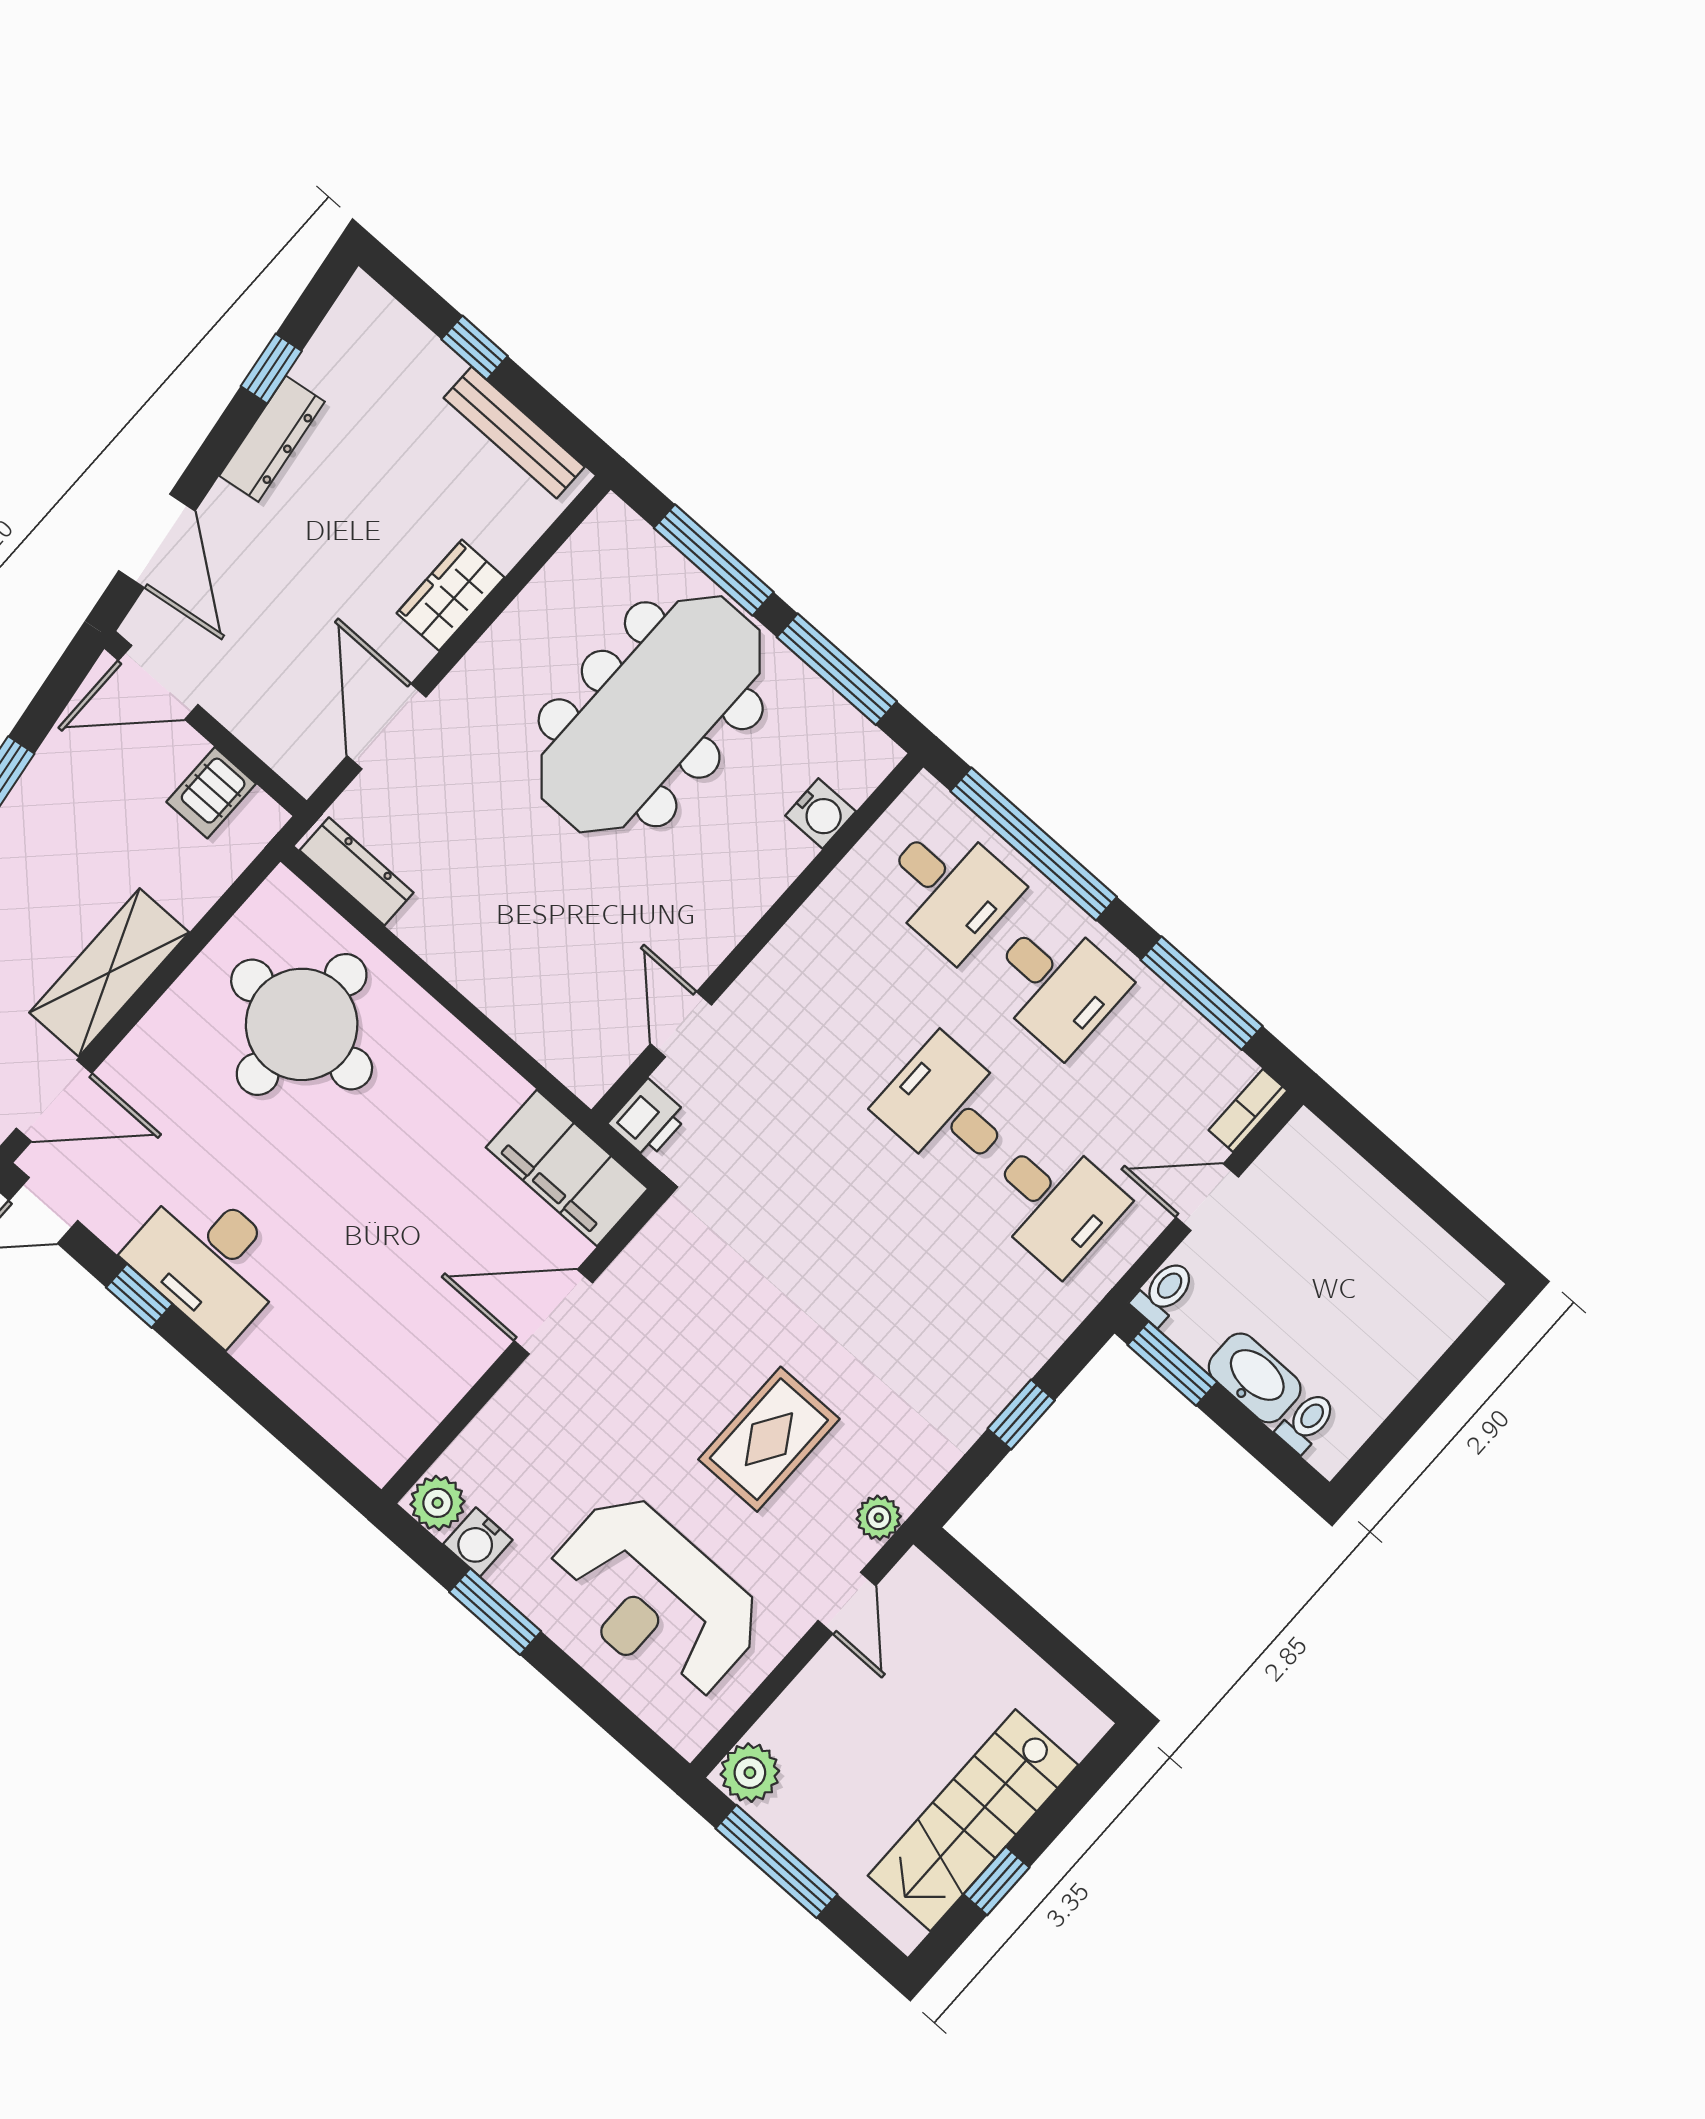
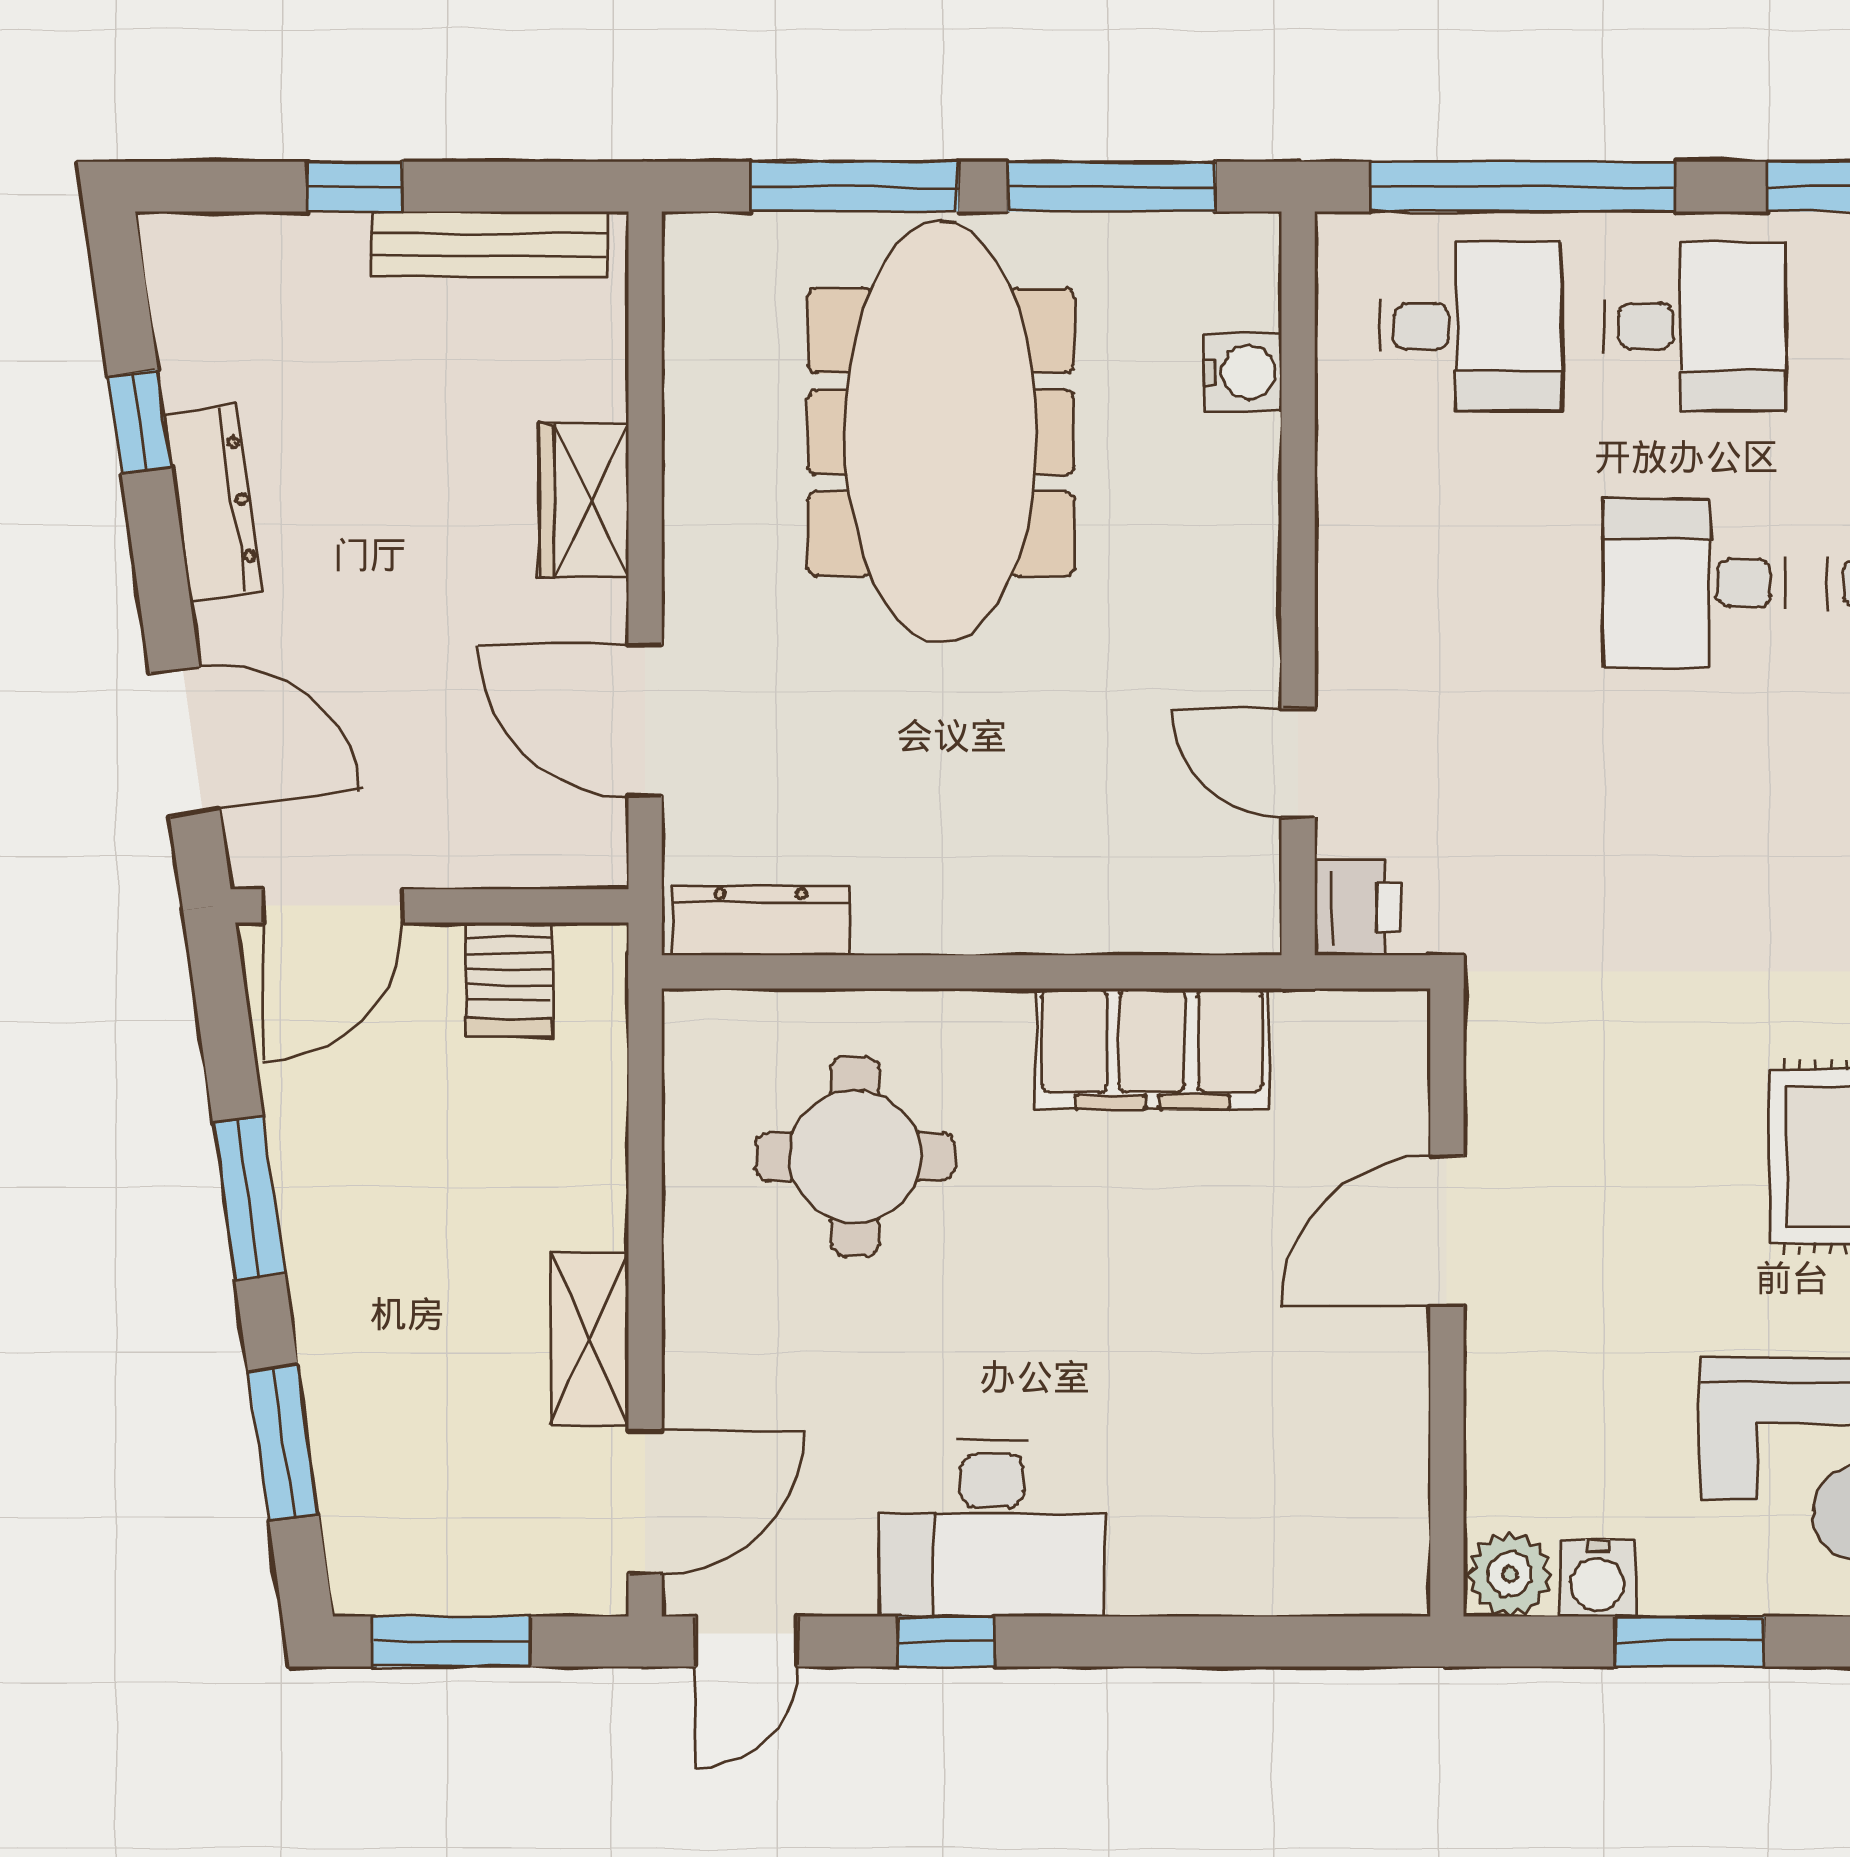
shelving: (109, 972) -> (590, 1338), width x0.67, depth x0.75
round table: (302, 1024) -> (855, 1156), width x0.73, depth x0.73
filing cabinet: (567, 1168) -> (1152, 1049), moved

